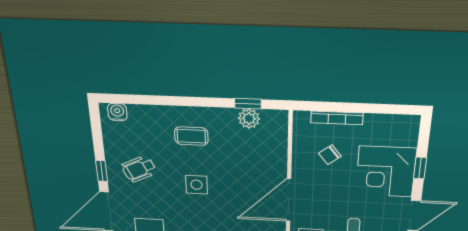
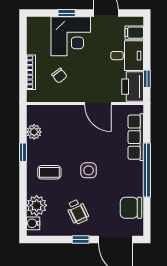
window: (248, 104) -> (23, 152), moved
plant: (143, 118) -> (37, 205), added
coffee table: (191, 136) -> (49, 172), turned 90
door: (289, 200) -> (98, 104), width x0.73

